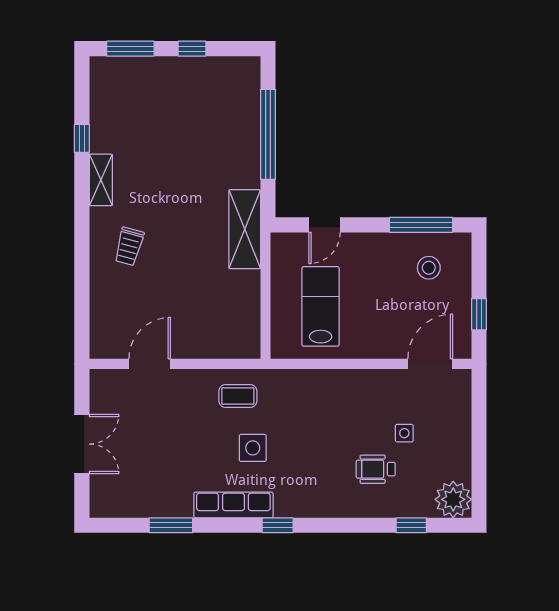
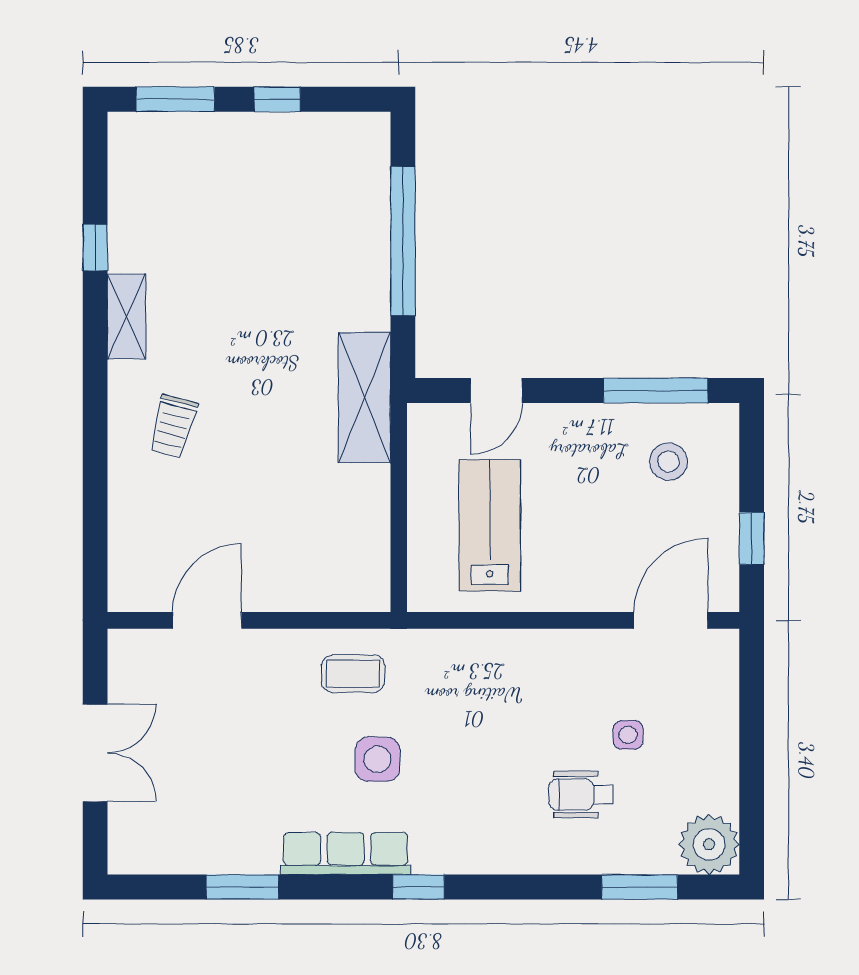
window: (411, 525) -> (640, 887), width x1.50

